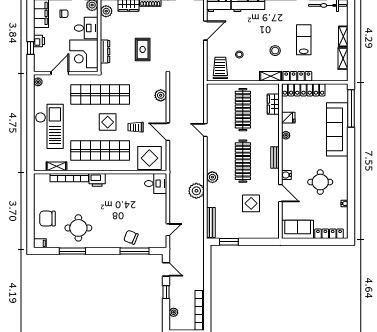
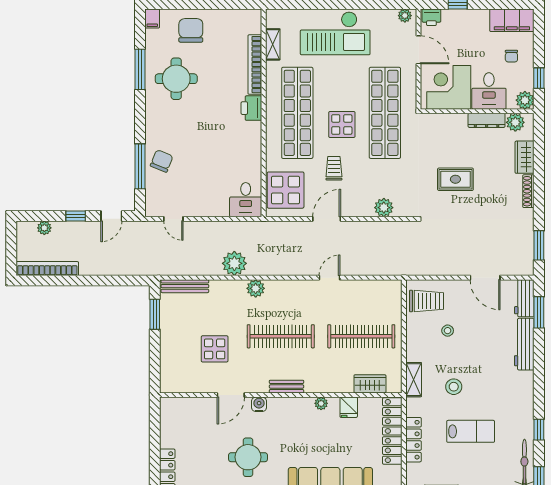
printer: (39, 41) -> (431, 17), moved
dresser: (105, 52) -> (487, 120), moved
locker: (297, 76) -> (414, 440), moved
sofa: (298, 229) -> (174, 422), removed

